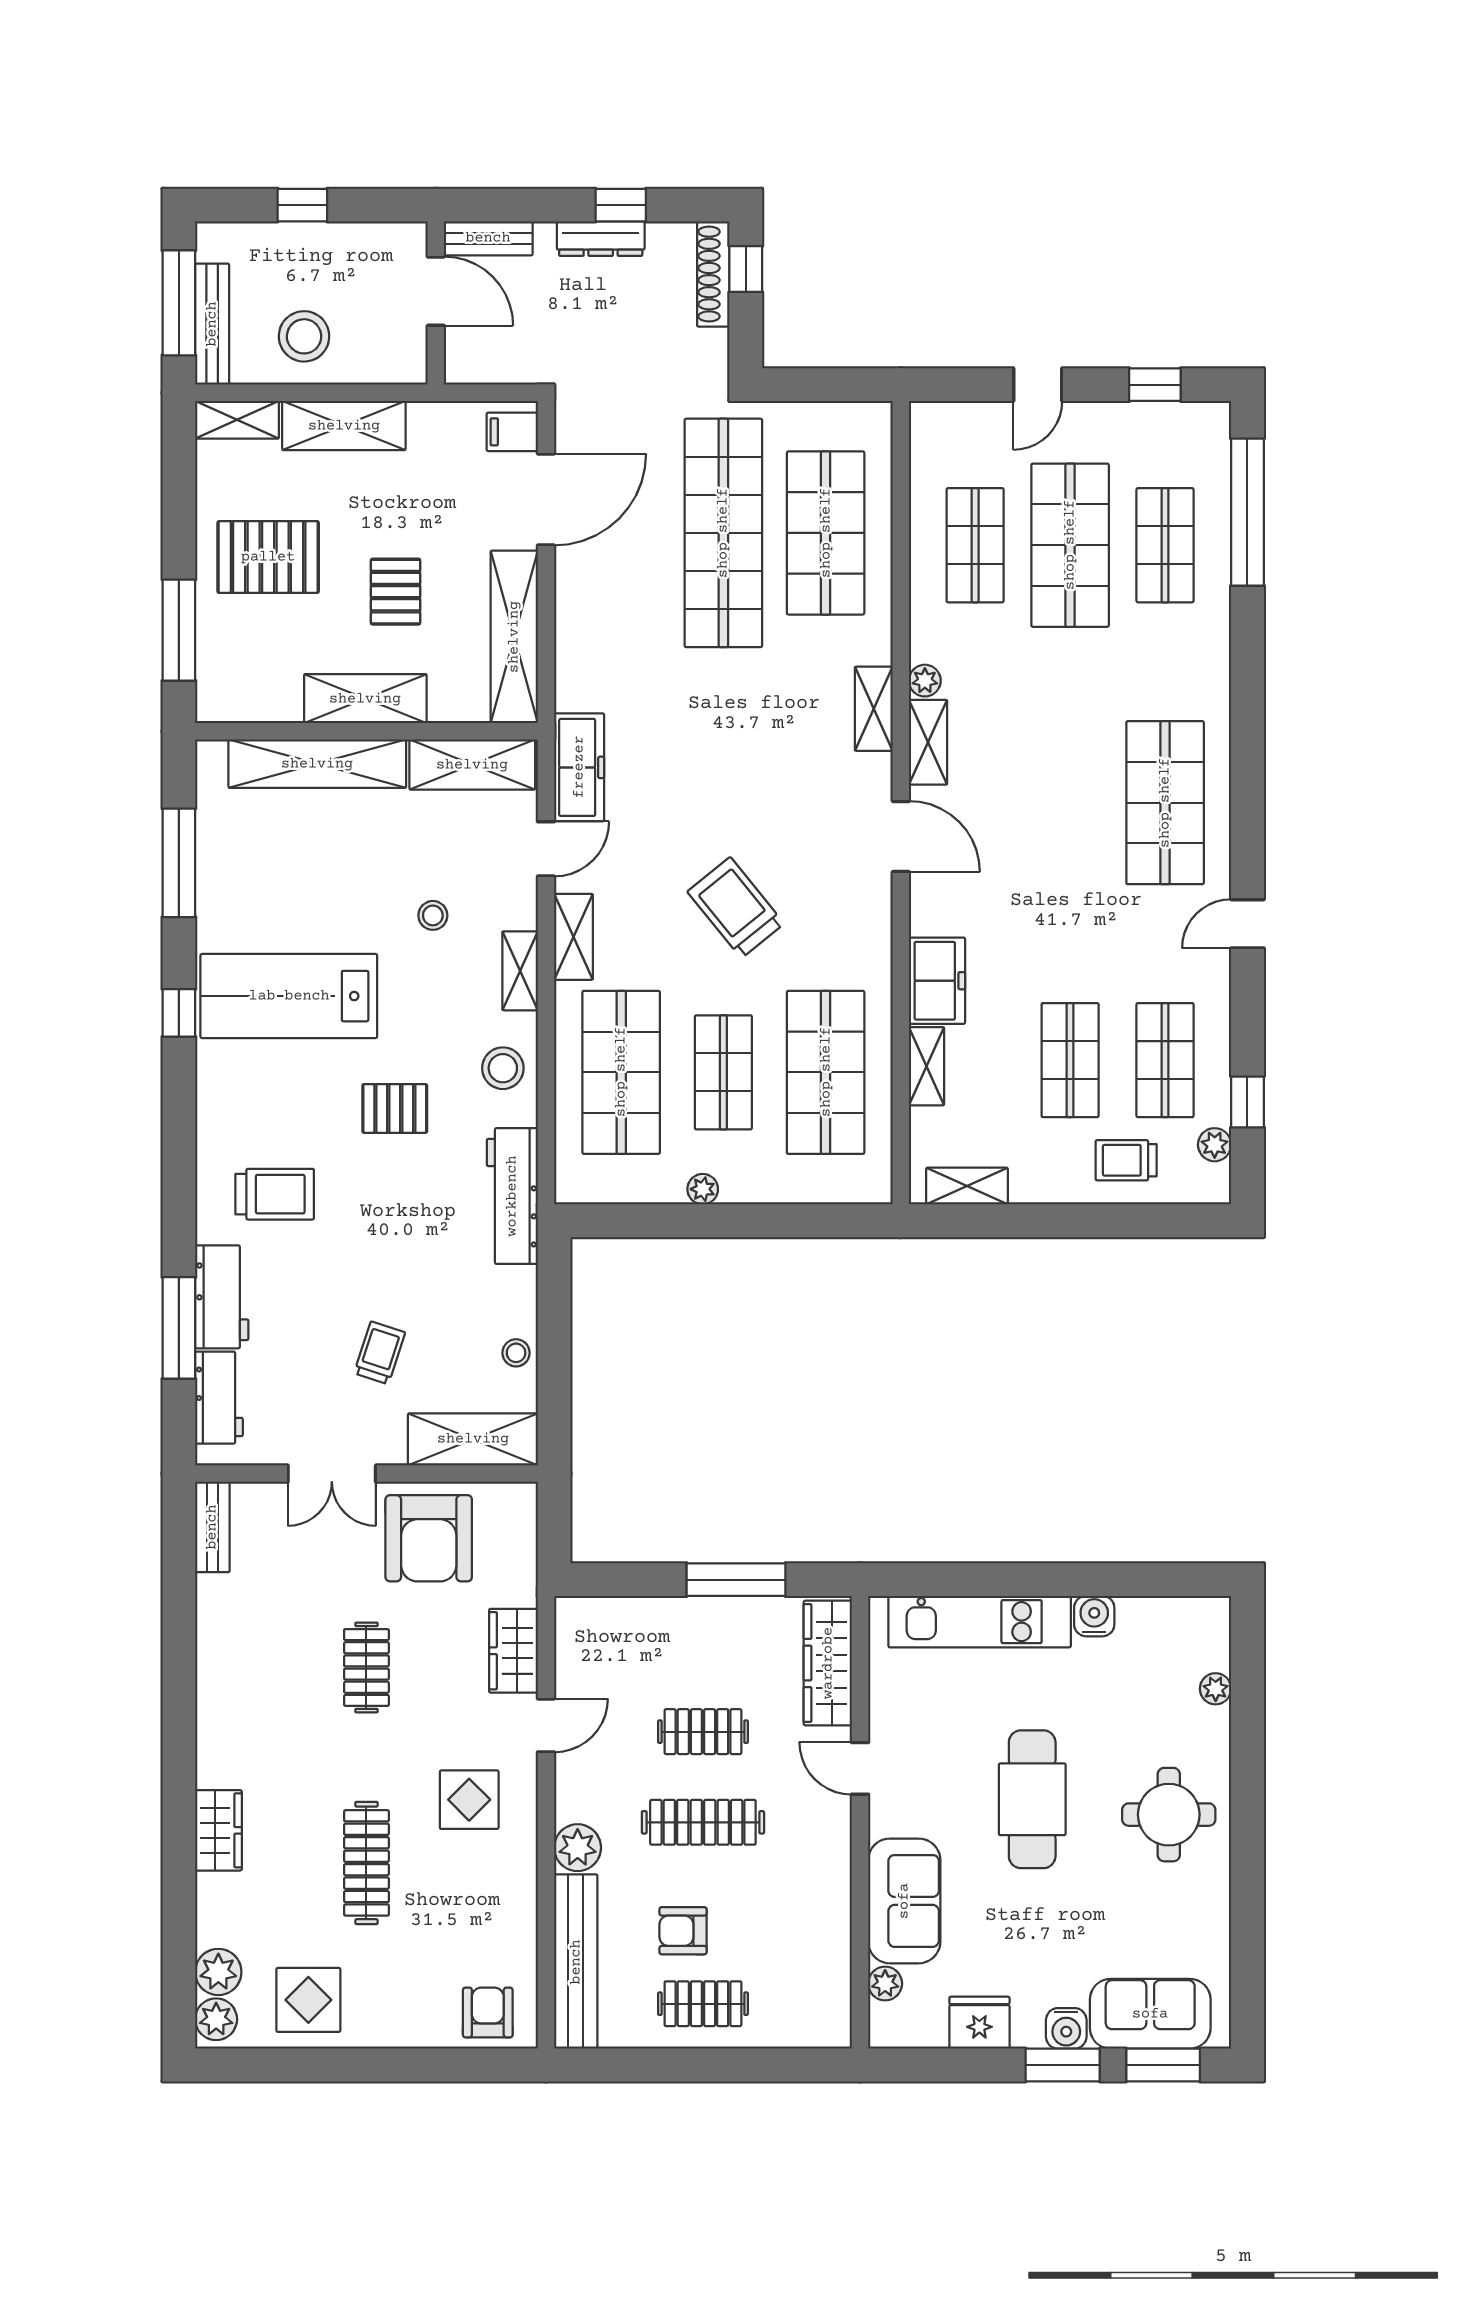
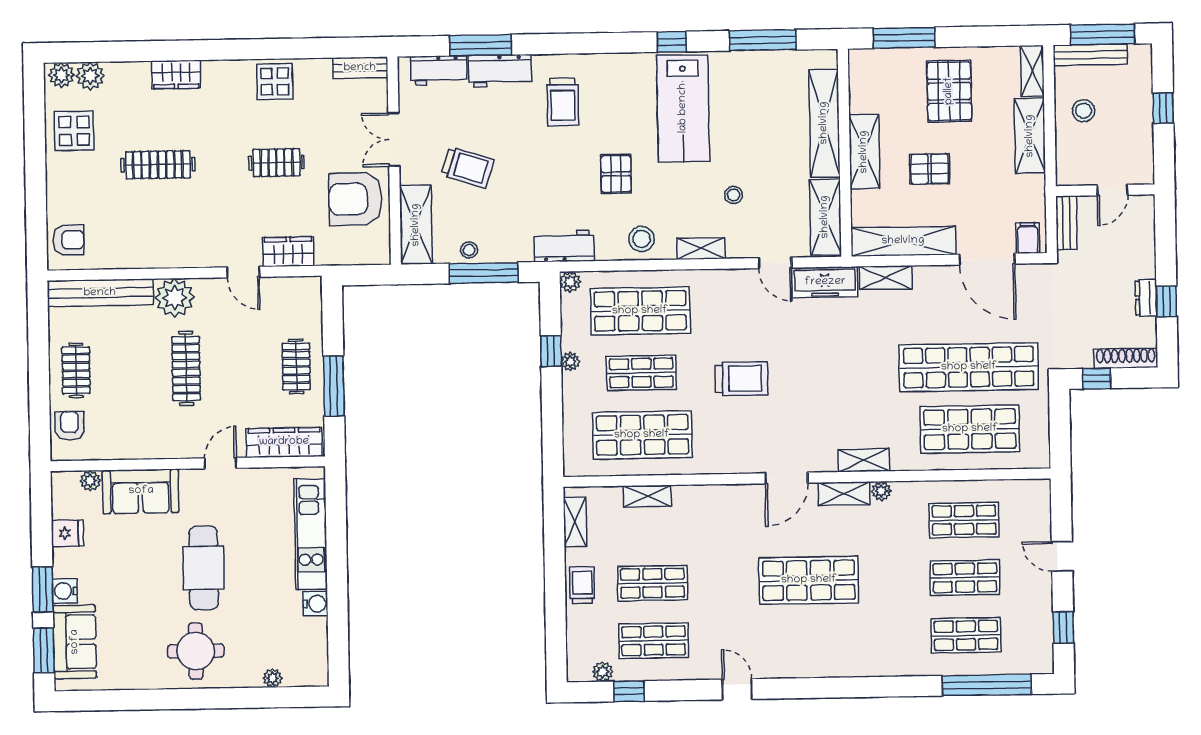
bench: (488, 238) -> (1066, 223), moved
dresser: (601, 239) -> (1146, 298), width x0.70
window: (746, 269) -> (1096, 379), moved
door: (436, 291) -> (1112, 190), width x0.73
stool: (304, 336) -> (1084, 111), width x0.73, depth x0.73
shop shelf: (1070, 545) -> (965, 578), width x0.70, depth x0.74
shop shelf: (1165, 803) -> (809, 580), moved
trolley: (736, 908) -> (741, 379), turned 39
shelving: (573, 937) -> (886, 278), moved
freezer: (937, 981) -> (699, 502), removed
lab bench: (289, 996) -> (683, 108), turned 180
trolley: (1126, 1160) -> (582, 585), moved
plant: (571, 1187) -> (570, 282), added
workbench: (512, 1196) -> (564, 246), width x0.73
window: (685, 1221) -> (551, 351), added
window: (554, 1329) -> (484, 273), added
trolley: (380, 1353) -> (468, 167), width x1.36, depth x1.39
clothes rail: (703, 1732) -> (296, 367), moved
cafe table: (1032, 1799) -> (204, 568), turned 90
display table: (469, 1800) -> (275, 82), moved
plant: (578, 1848) -> (175, 298), width x1.36, depth x1.36
armchair: (683, 1931) -> (70, 426), moved
fridge: (979, 2023) -> (67, 533), width x0.72

